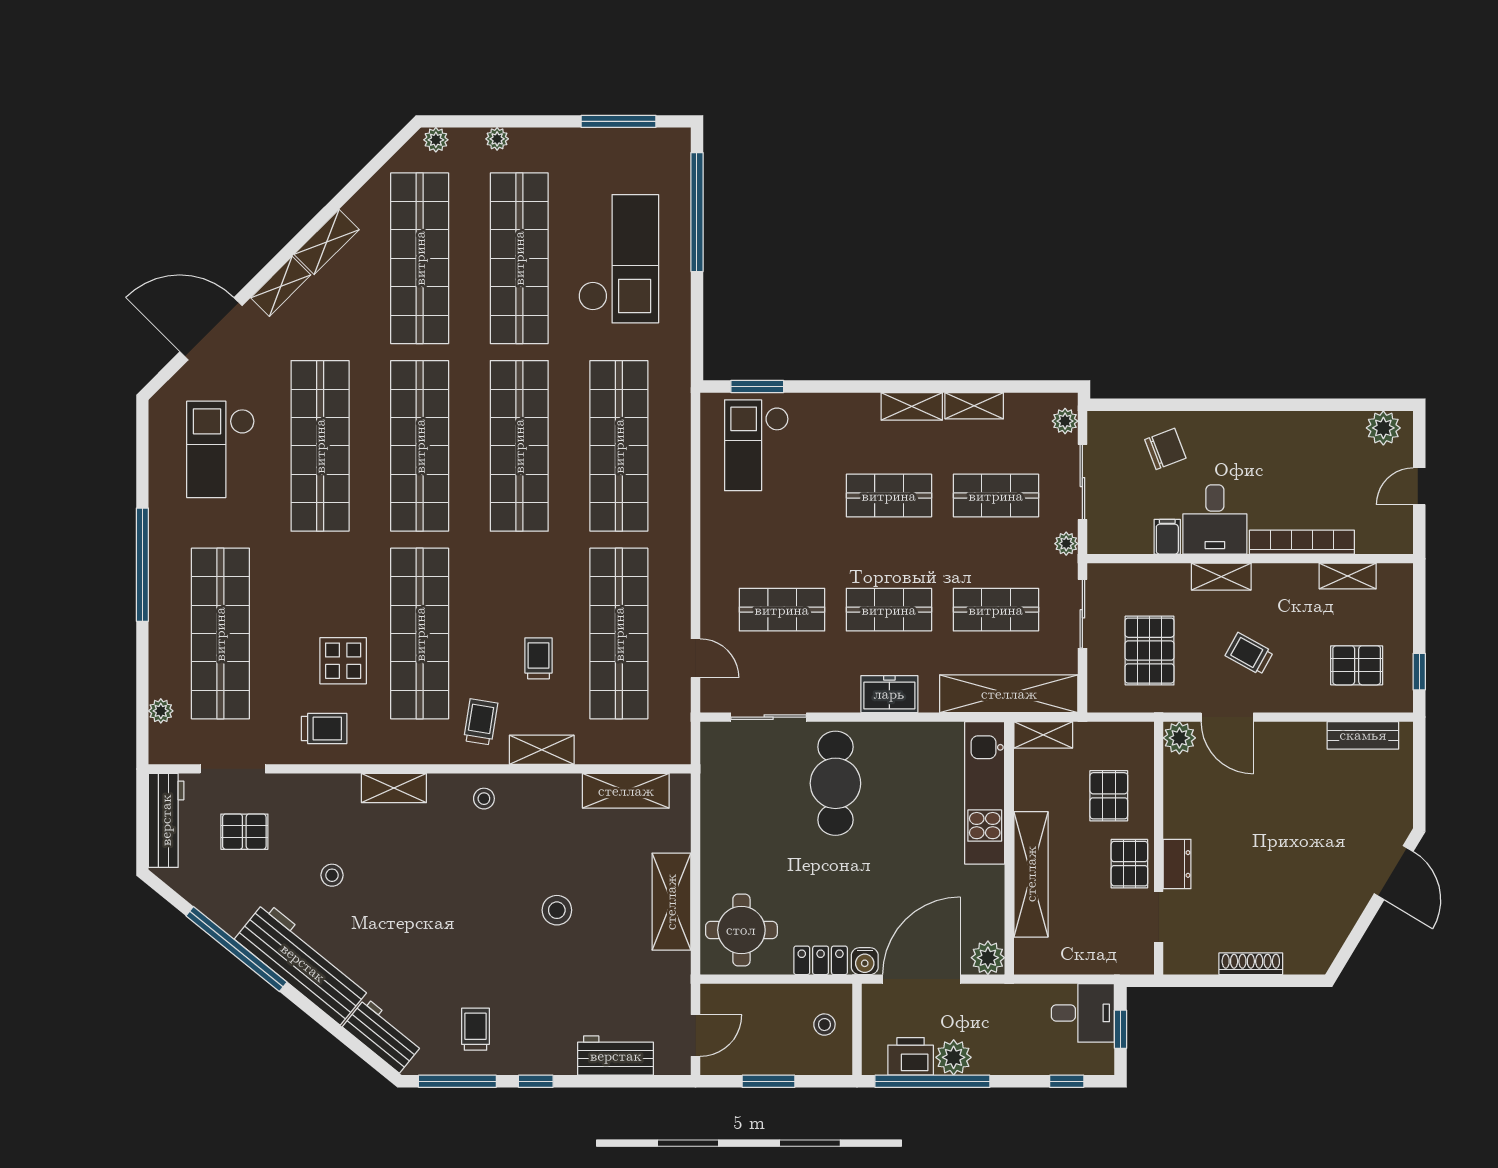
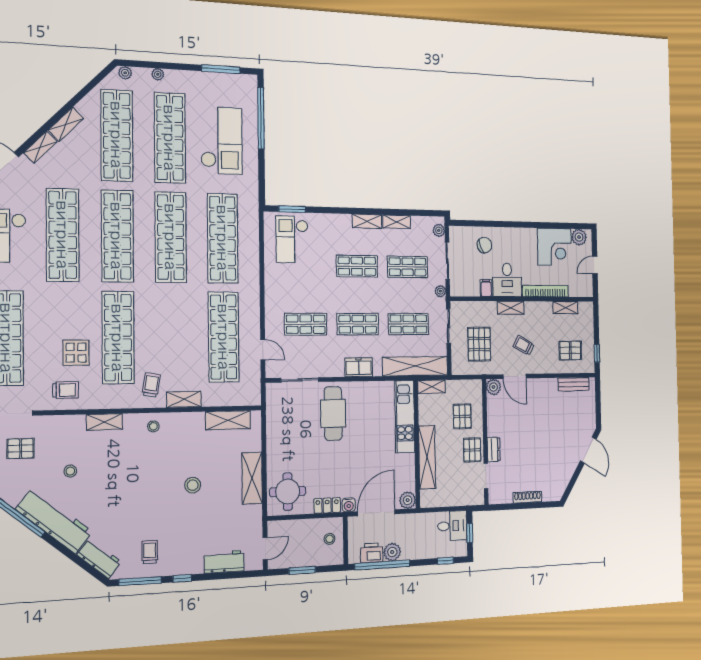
corner desk: (1325, 450) -> (554, 247), added
trolley: (539, 658) -> (182, 350), removed

